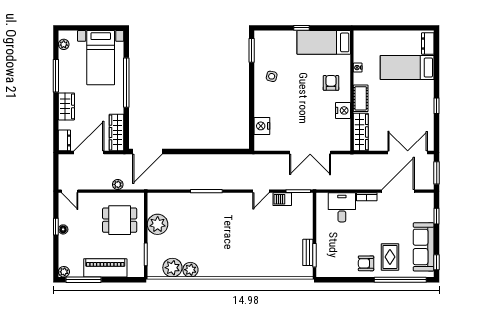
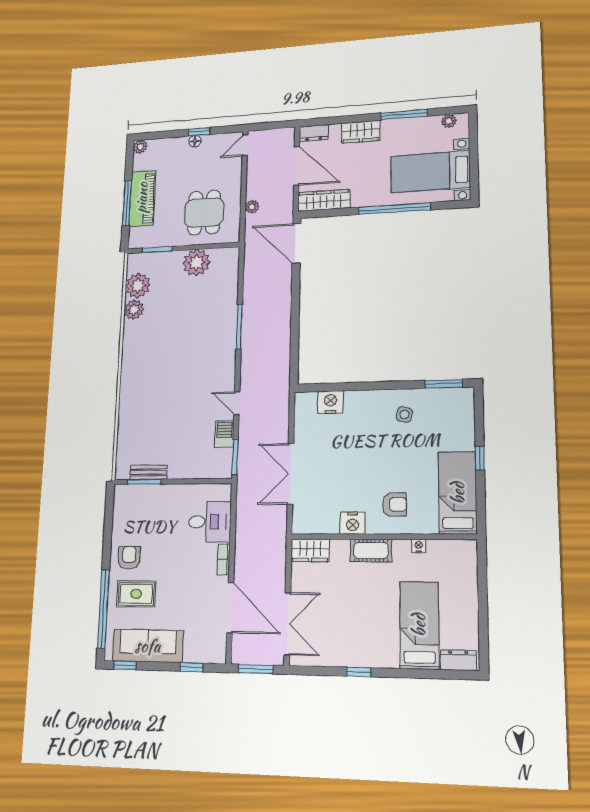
wardrobe: (361, 132) -> (310, 550), width x0.67
window: (84, 280) -> (127, 203), moved

